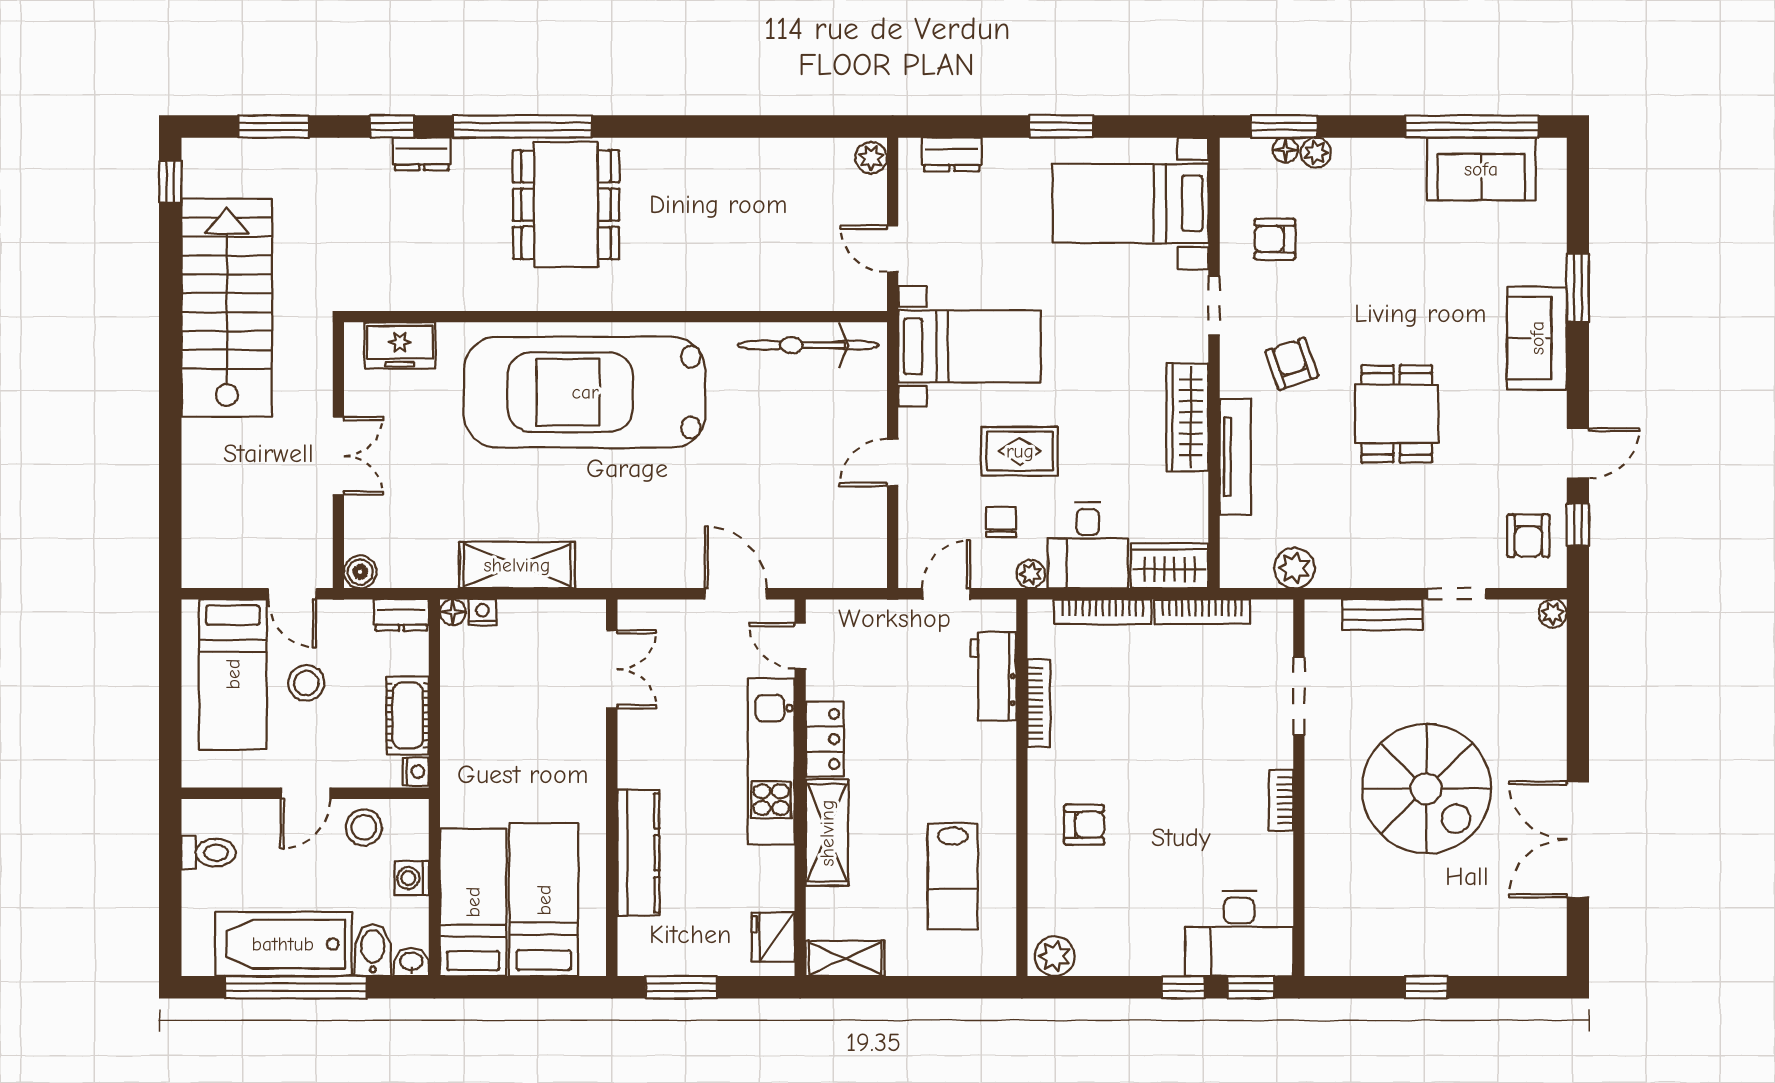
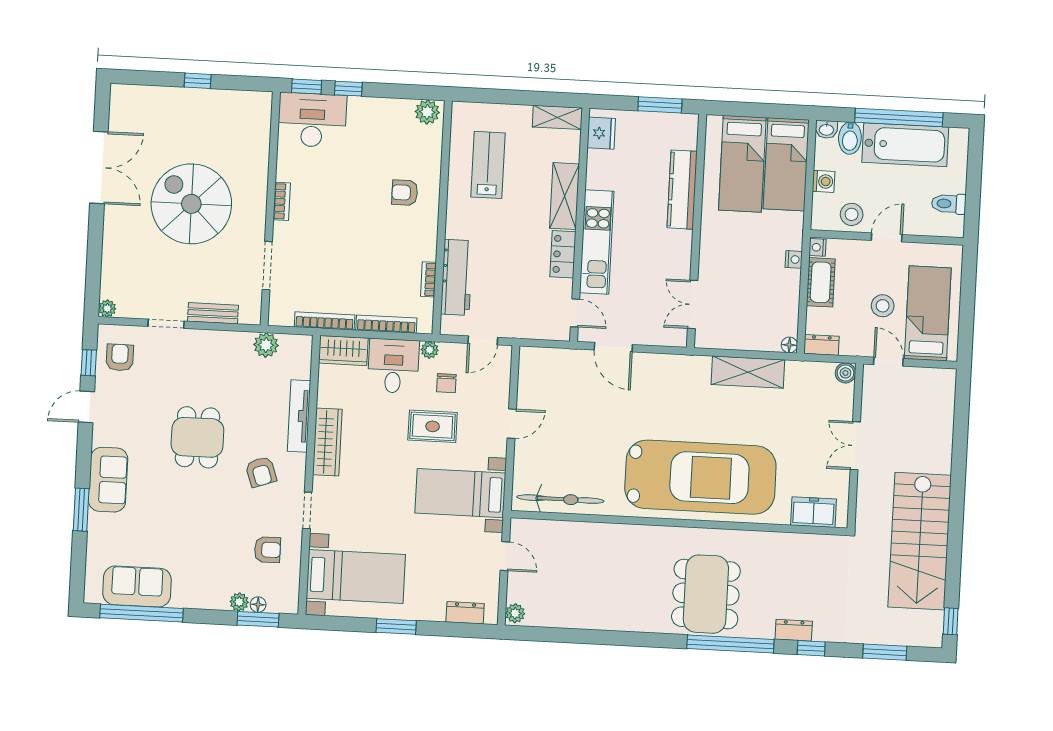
nightstand: (482, 612) -> (794, 259), moved, turned -90
workbench: (994, 676) -> (457, 277), width x1.38
bookcase: (1039, 703) -> (428, 279), width x0.64

